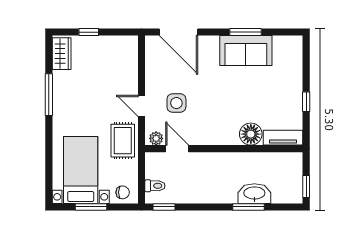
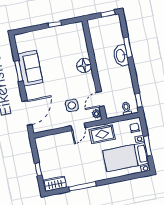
floor lamp: (251, 134) -> (84, 65), moved
tv unit: (283, 138) -> (80, 34), removed
washbasin: (254, 194) -> (121, 56), moved

